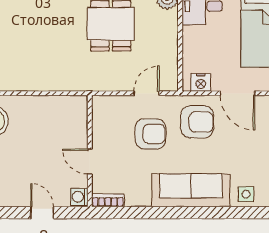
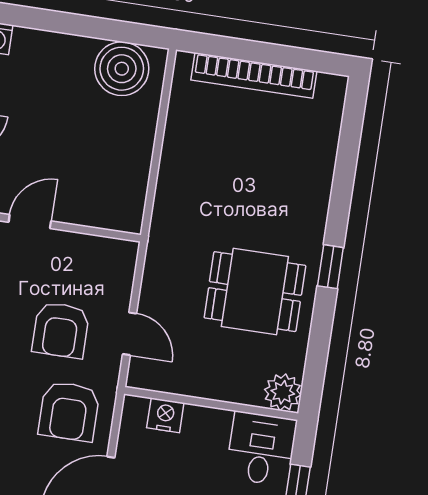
nightstand: (201, 82) -> (165, 415), moved, turned 90

